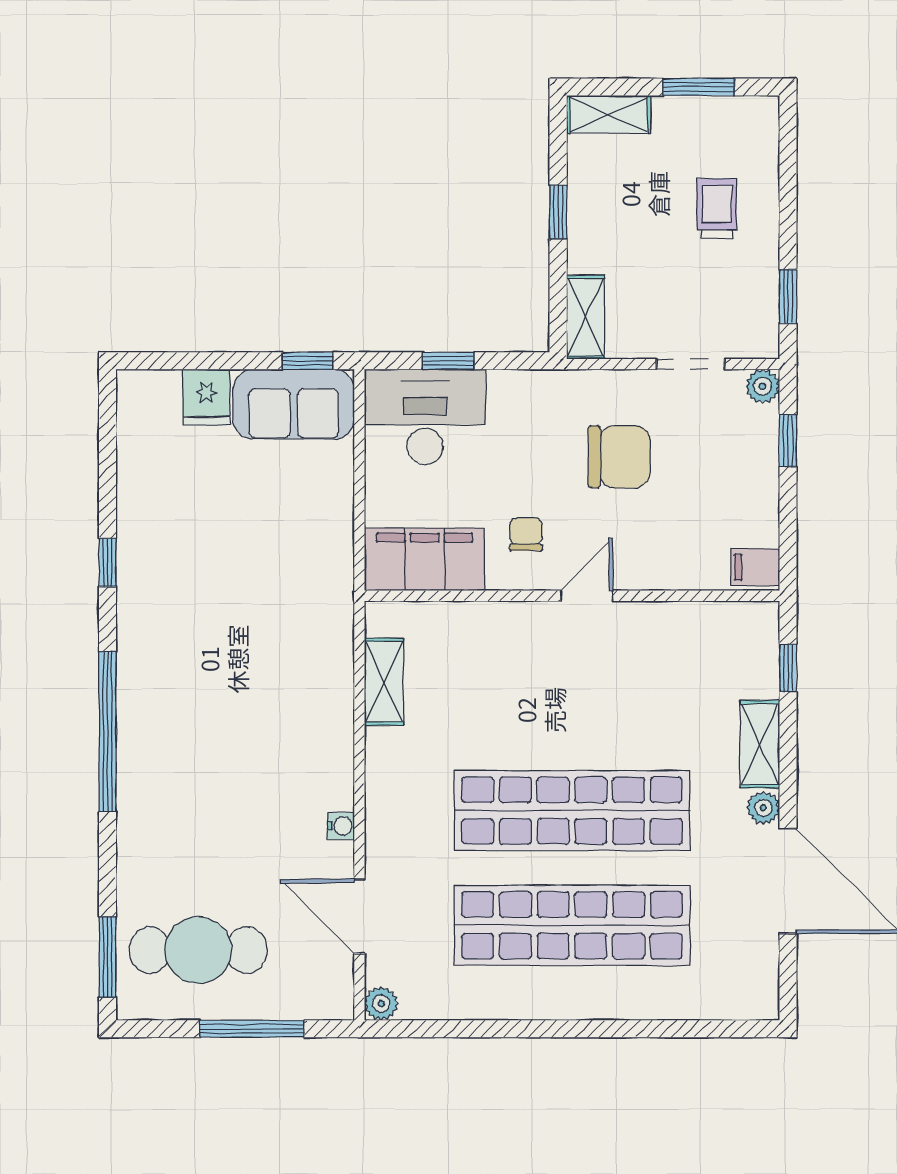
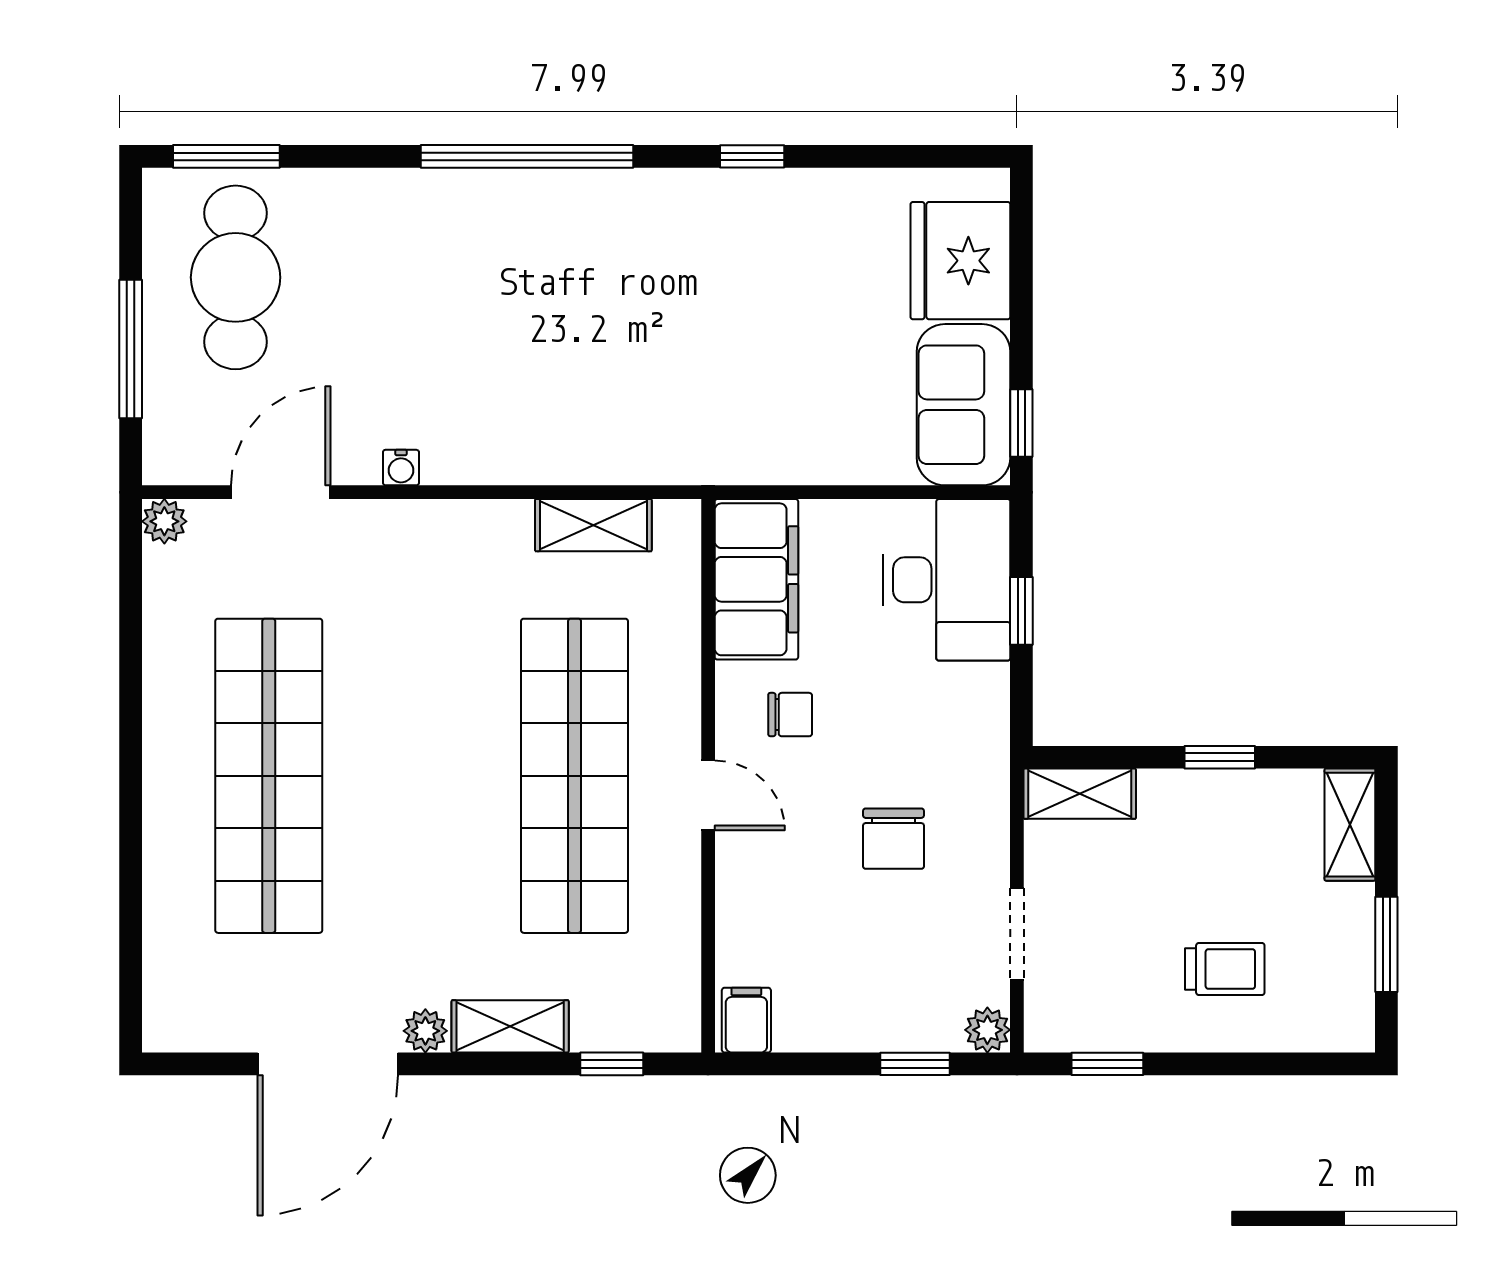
fridge: (206, 397) -> (960, 261), width x1.88, depth x1.34
chair: (619, 457) -> (893, 839), width x0.73, depth x0.73
shop shelf: (572, 811) -> (575, 776), moved

